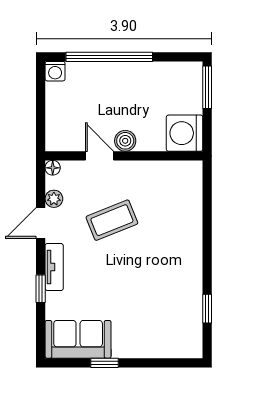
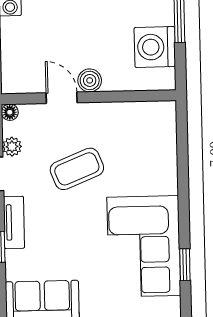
washing machine: (185, 133) -> (155, 47), moved
corner sofa: (171, 291) -> (144, 246), added

